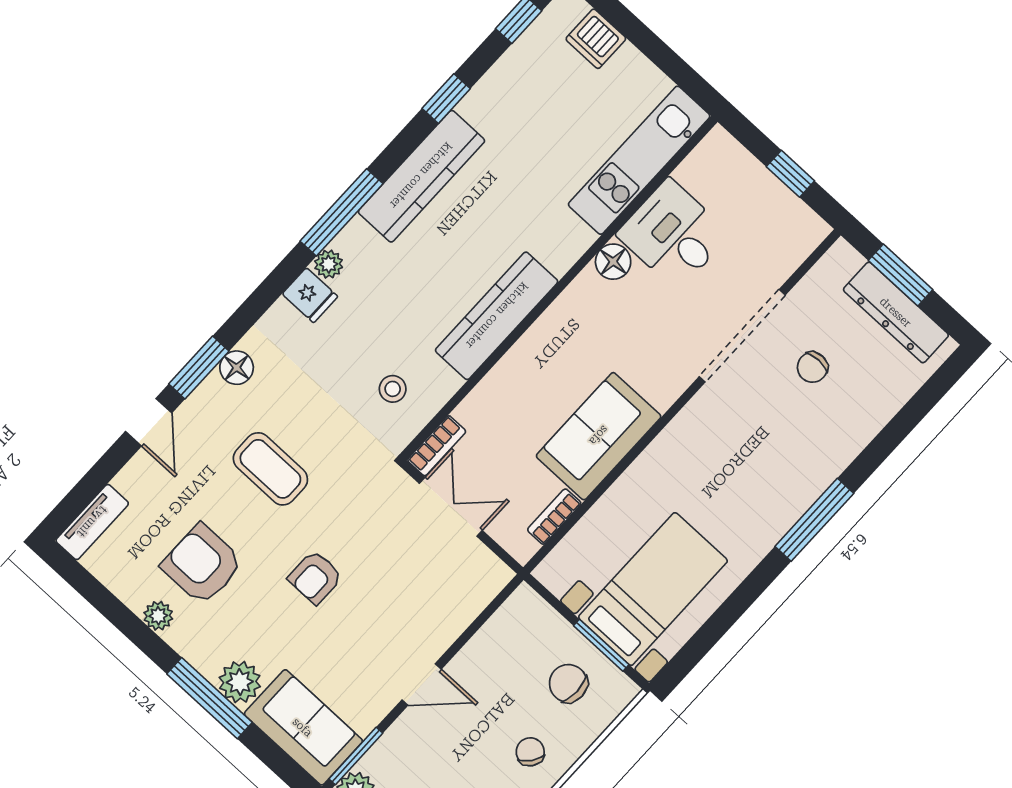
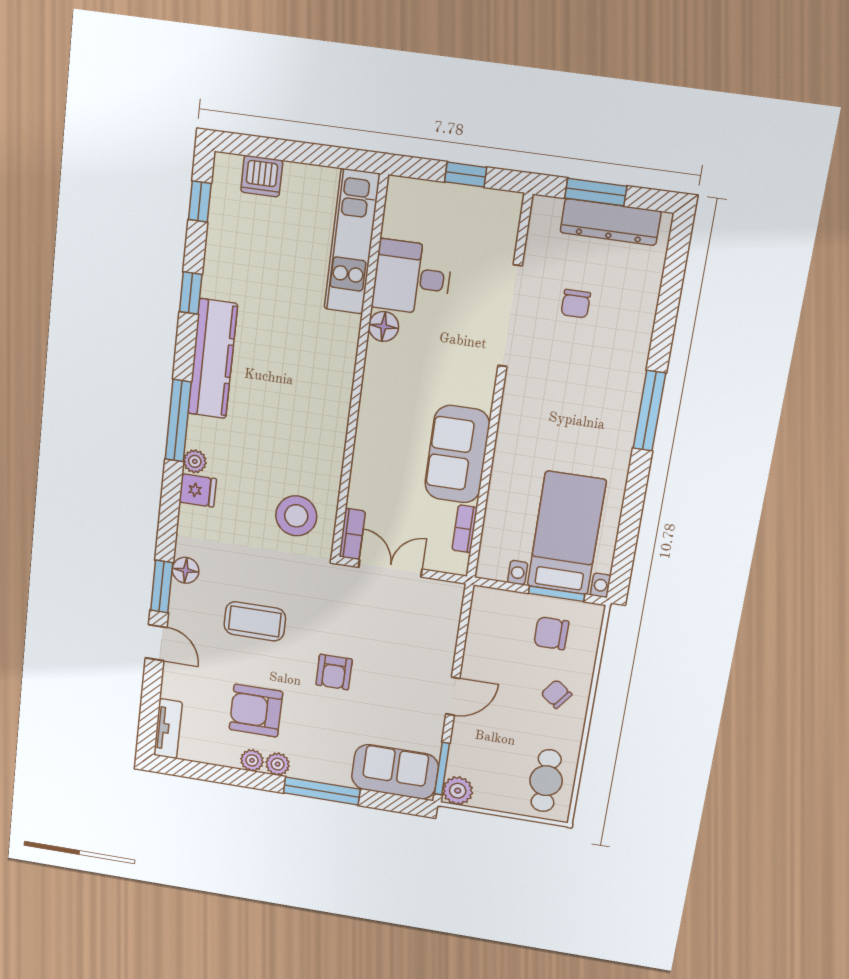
kitchen counter: (497, 316) -> (330, 419), removed
stool: (393, 389) -> (296, 516), width x1.89, depth x1.89
plant: (240, 682) -> (278, 764), moved, width x0.73, depth x0.73

